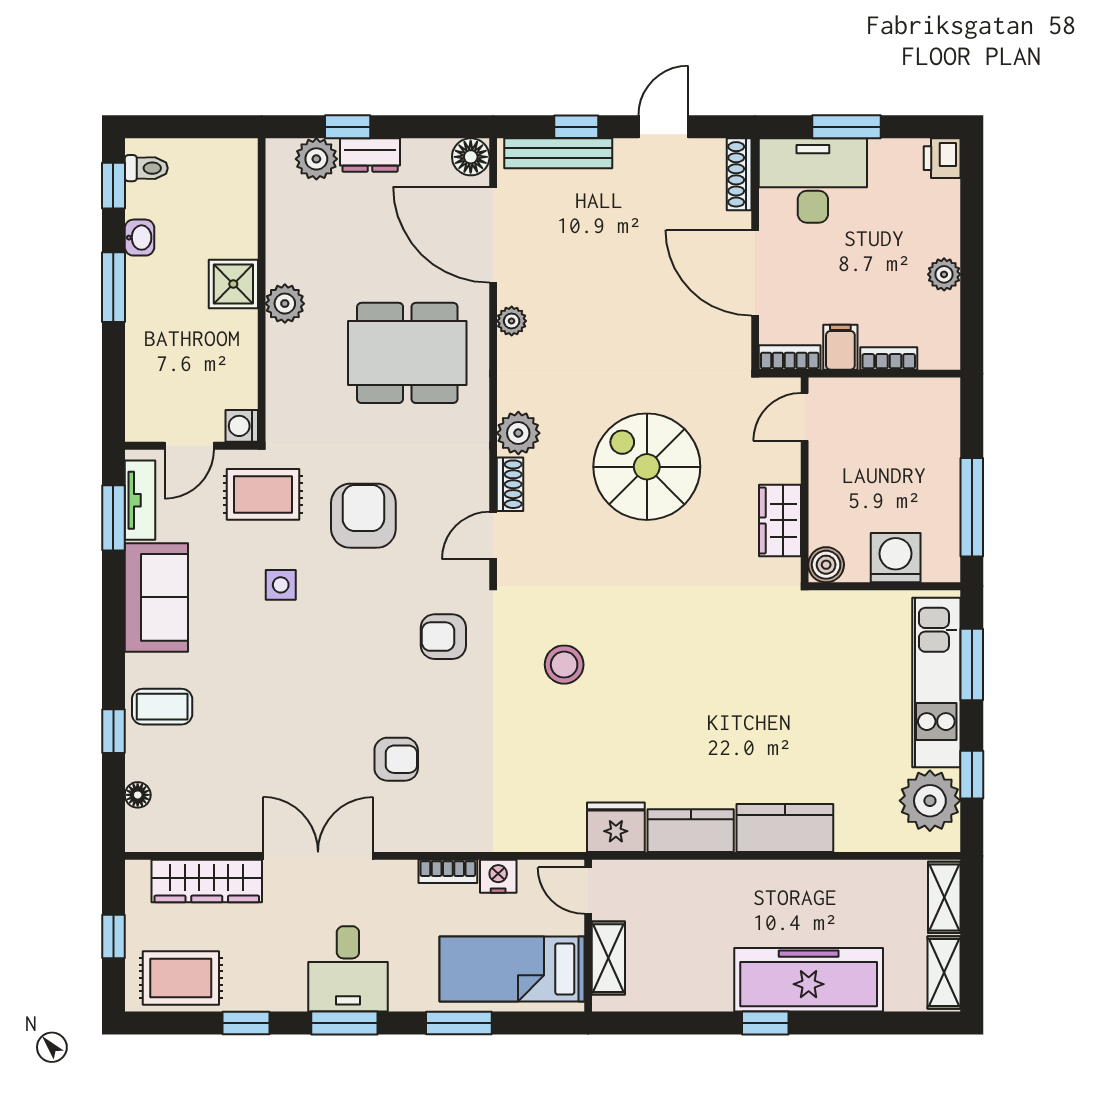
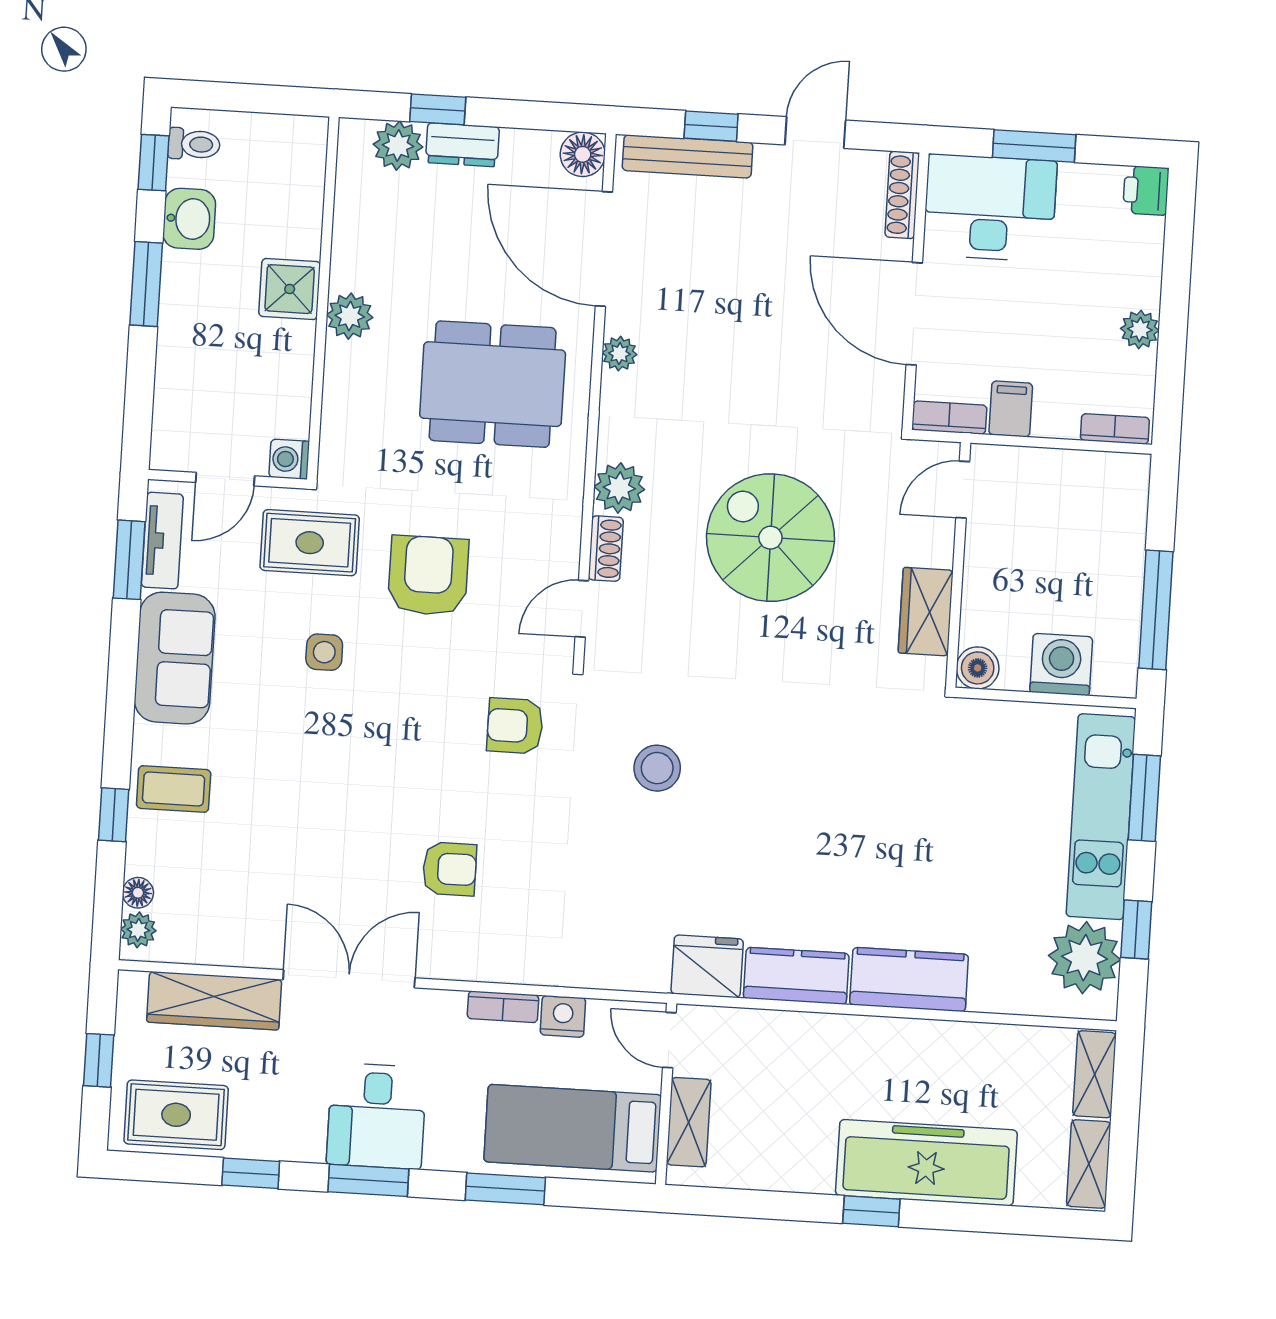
washbasin: (140, 238) -> (189, 219), width x1.38, depth x1.45
bookcase: (889, 358) -> (1115, 429), moved
plant: (140, 826) -> (138, 930), added

